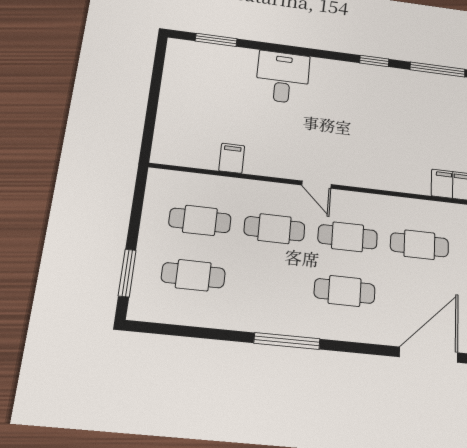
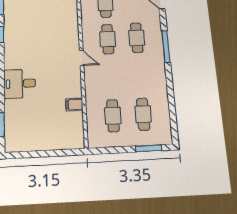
door: (317, 185) -> (82, 58), hinge flipped
cafe table: (274, 229) -> (110, 77), removed
window: (287, 341) -> (166, 47), moved

